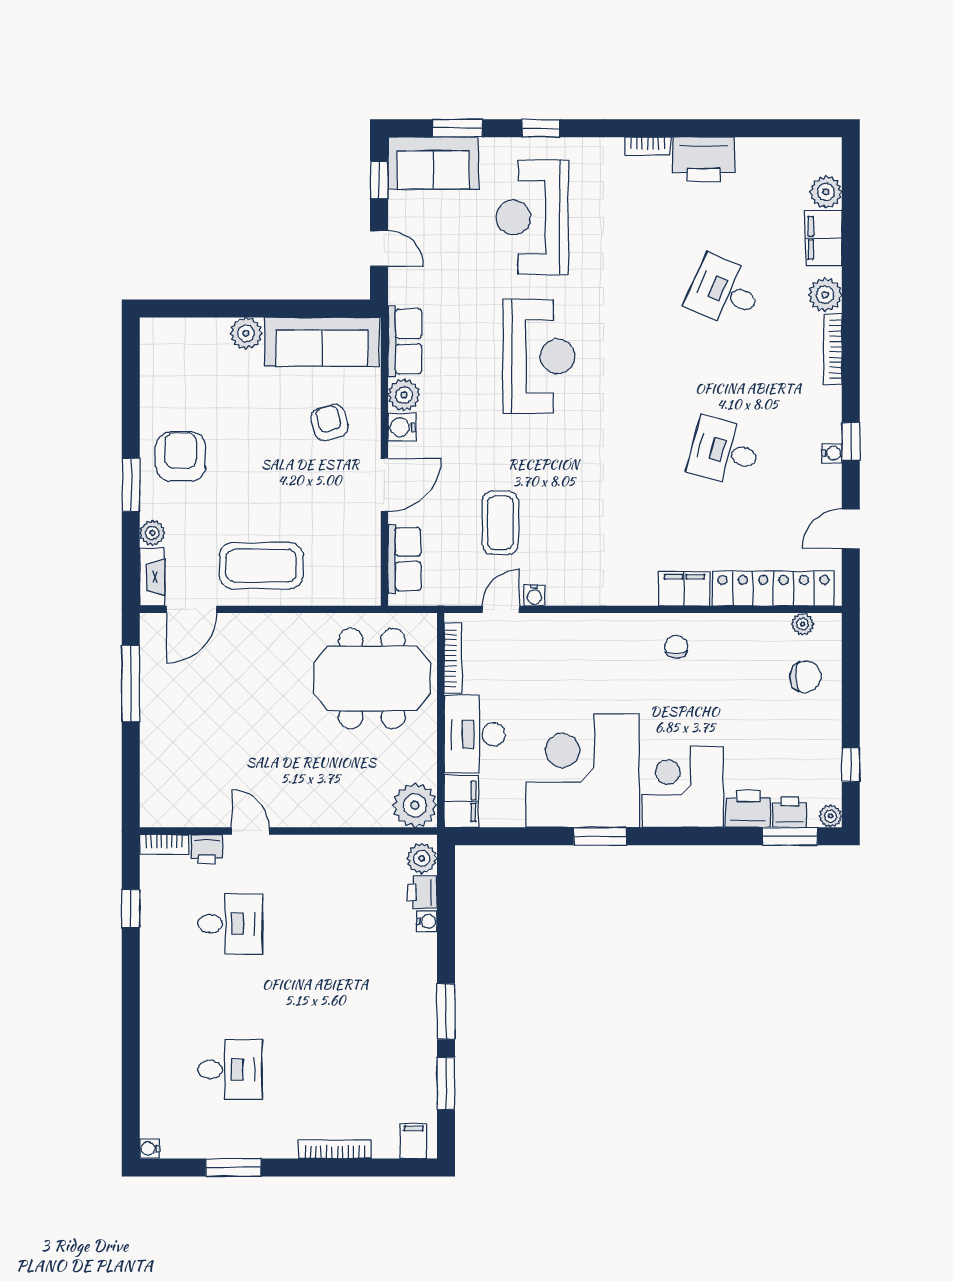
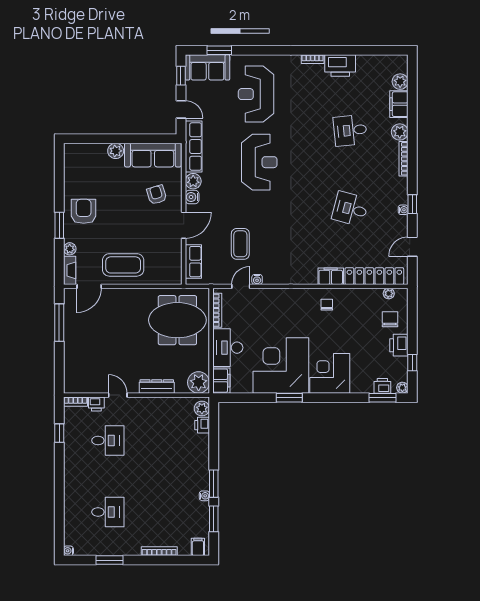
window: (541, 128) -> (260, 50), removed
desk: (724, 291) -> (350, 130), turned -30
row of seats: (405, 341) -> (194, 147), width x1.48
chair: (805, 677) -> (390, 319), turned -90
printer: (748, 809) -> (399, 345), moved, turned -90
dresser: (330, 814) -> (157, 386), added
water cooler: (427, 921) -> (204, 496), moved

